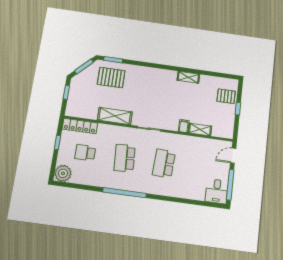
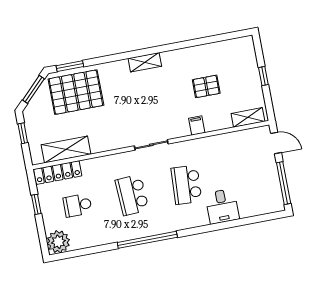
shelving: (188, 77) -> (145, 62), moved
pallet: (111, 78) -> (76, 92), width x1.37, depth x1.41
pallet: (226, 96) -> (206, 86), moved
shelving: (115, 116) -> (66, 150), moved
shelving: (200, 130) -> (248, 117), moved
door: (233, 156) -> (276, 143), swing flipped
desk: (217, 191) -> (222, 206), moved

